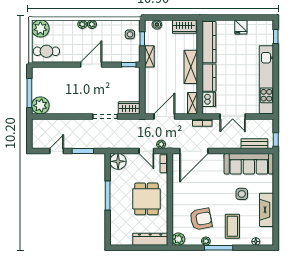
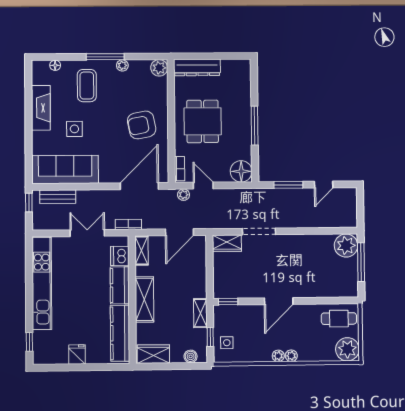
armchair: (201, 219) -> (142, 125), moved

